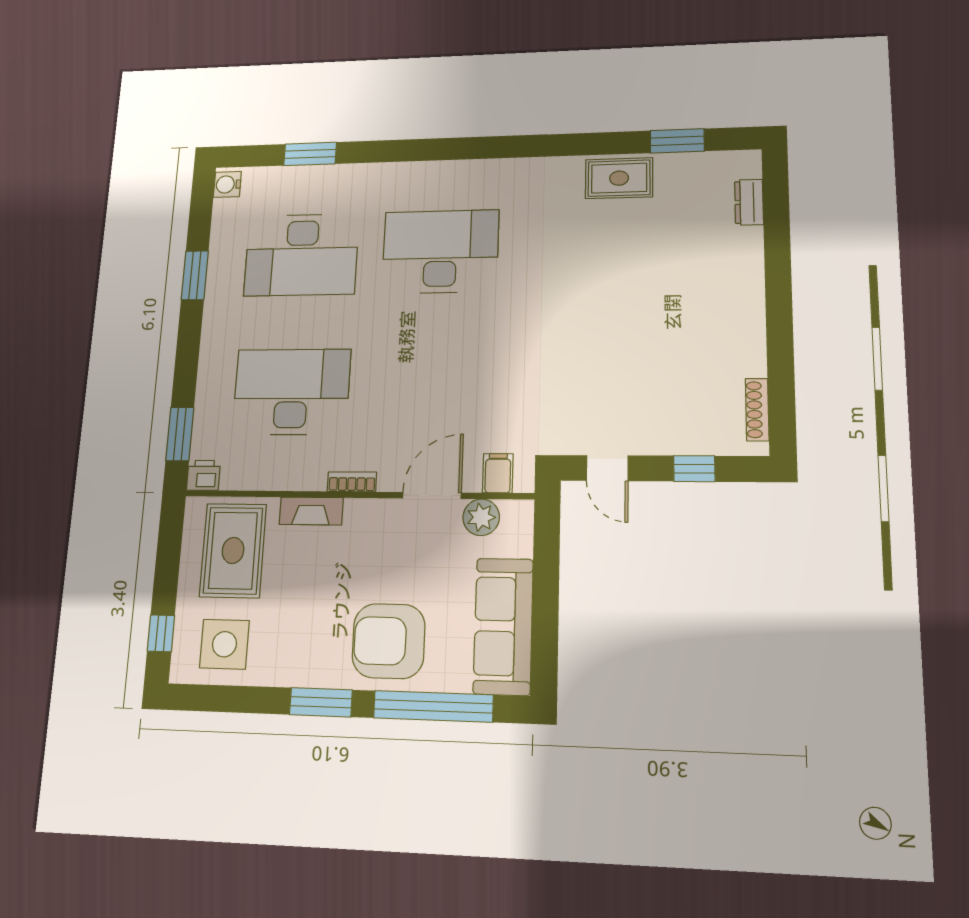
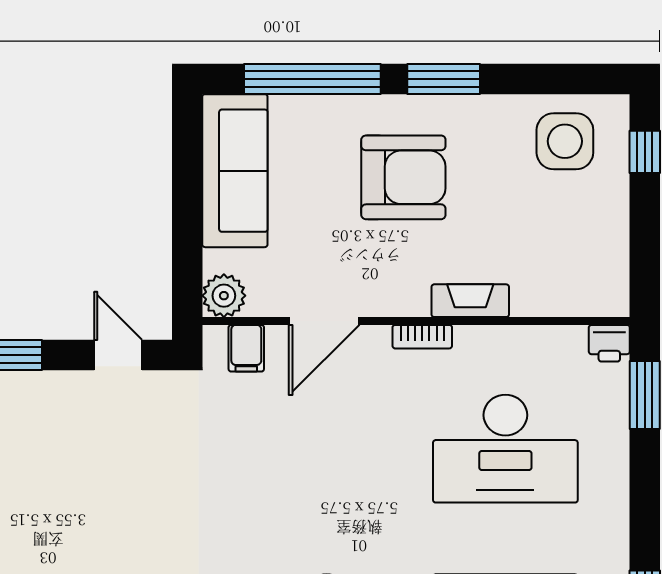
plant: (481, 517) -> (224, 296), moved
rug: (233, 550) -> (564, 252), removed
armchair: (389, 641) -> (403, 177), moved

